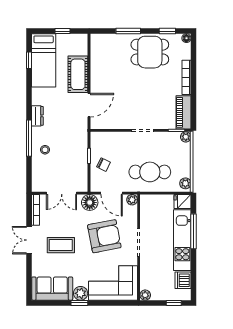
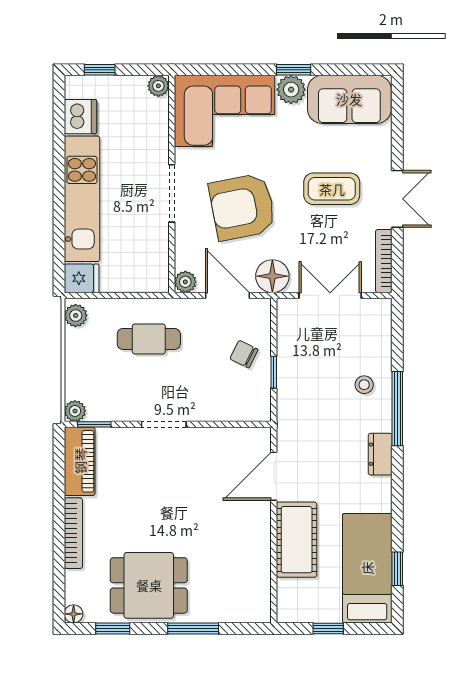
cafe table: (150, 172) -> (149, 339), width x0.73, depth x0.74
window: (194, 231) -> (59, 217), removed

